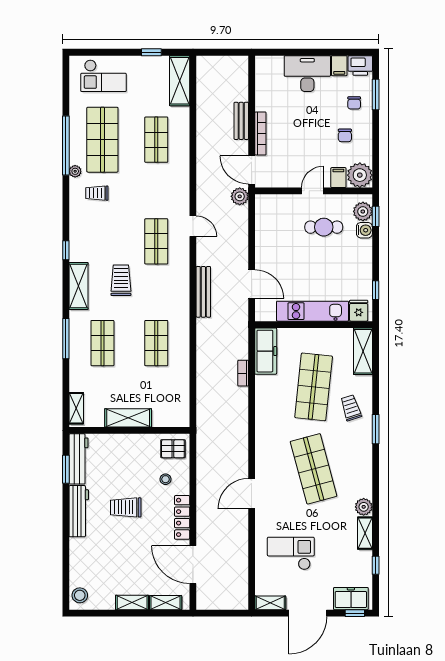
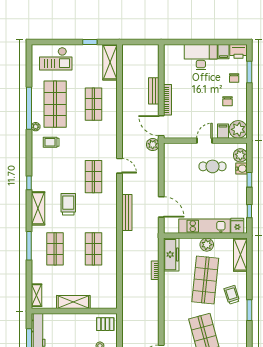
window: (376, 216) -> (249, 180), moved
plant: (316, 337) -> (207, 245), added

